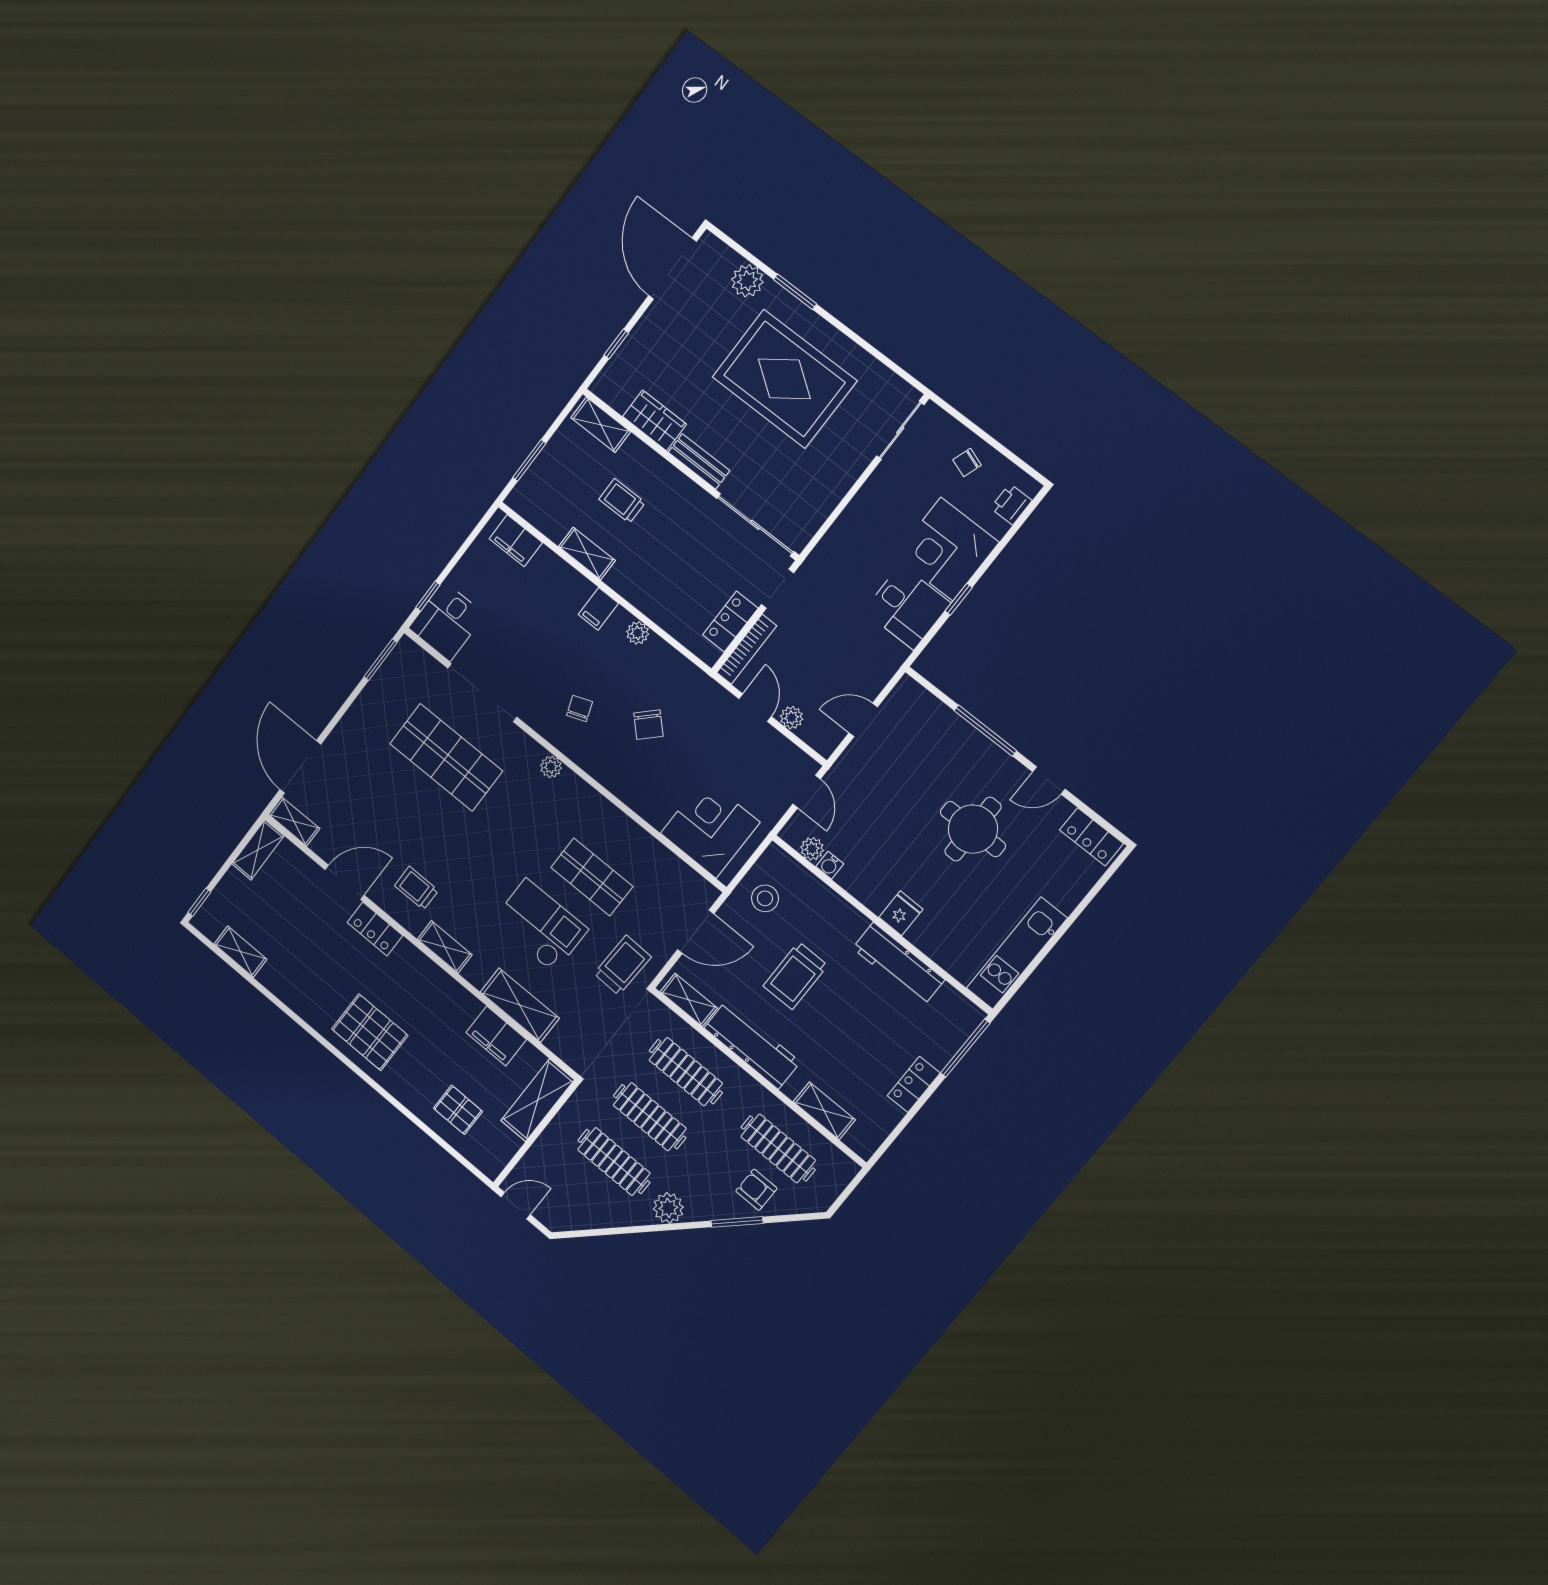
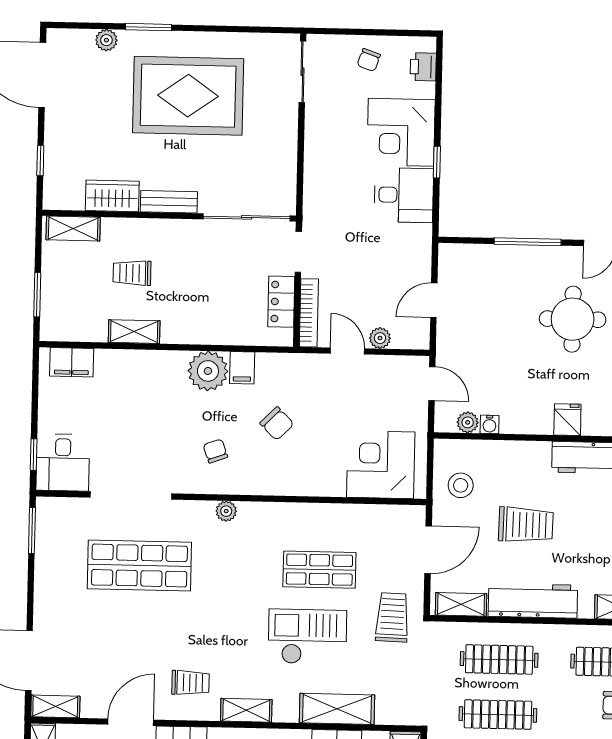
plant: (747, 281) -> (106, 40), width x0.73, depth x0.73
filing cabinet: (598, 609) -> (242, 368), moved
plant: (638, 633) -> (208, 371), width x1.88, depth x1.88
trolley: (416, 888) -> (190, 683), turned 180
trolley: (795, 976) -> (526, 525), turned -89

